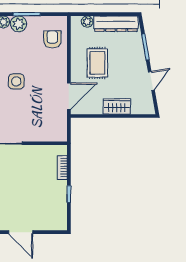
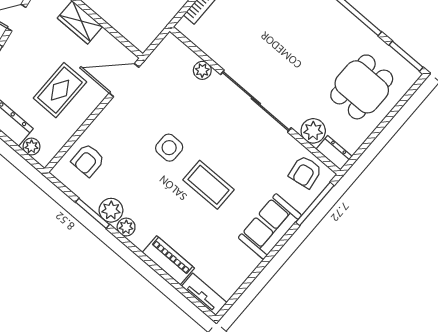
plant: (33, 136) -> (202, 70), added

